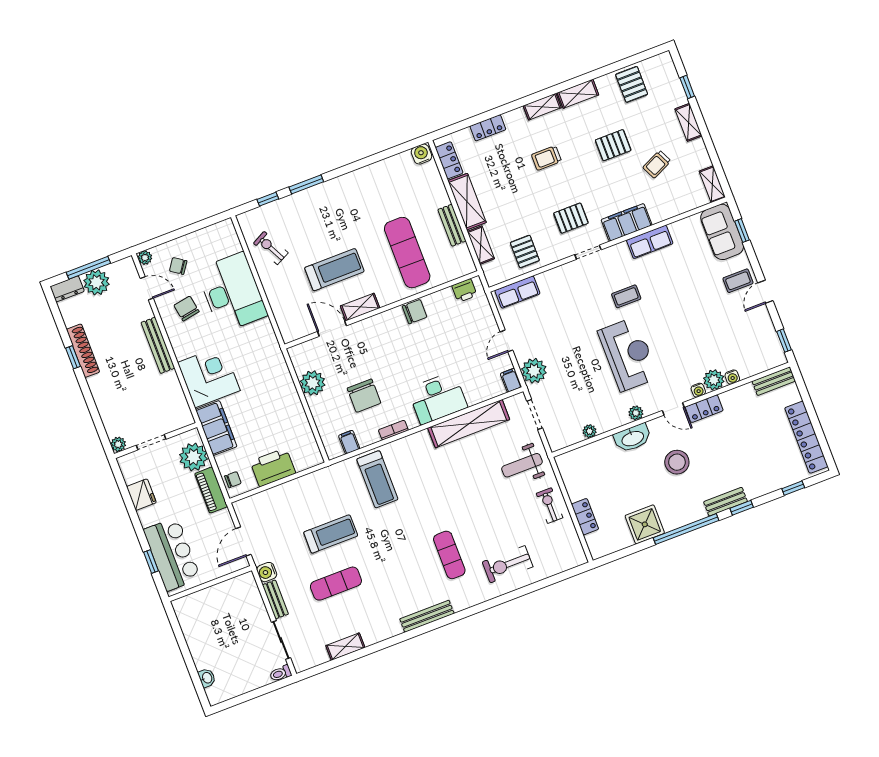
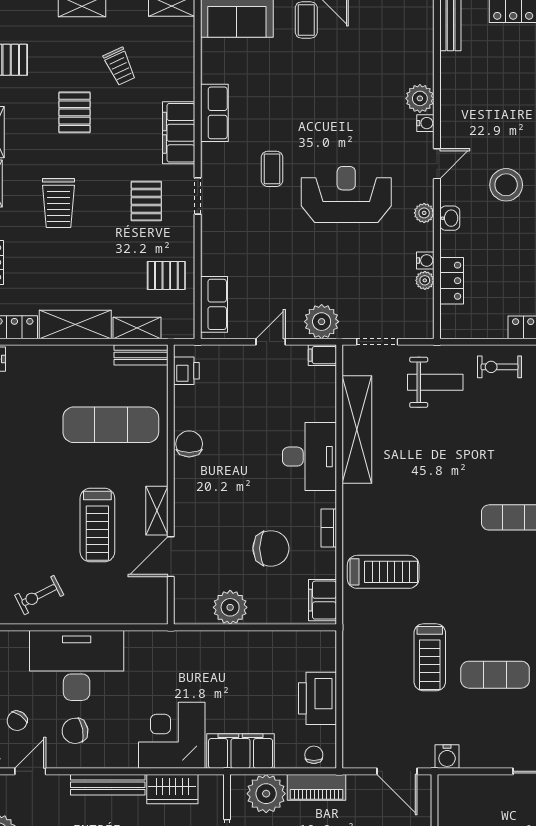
trolley: (546, 158) -> (59, 203), width x1.36, depth x1.39
bench: (452, 225) -> (141, 355), moved
treadmill: (334, 270) -> (97, 525), turned 180
door: (507, 341) -> (271, 342), swing flipped
water cooler: (732, 377) -> (425, 260), moved
wardrobe: (172, 391) -> (172, 789), added
locker: (704, 409) -> (452, 281), moved
washbasin: (632, 438) -> (450, 218), width x0.52, depth x0.69
filing cabinet: (349, 442) -> (322, 600), width x2.00
weight bench: (522, 465) -> (435, 382), turned -90
treadmill: (331, 534) -> (430, 657), turned 180
exercise mat: (336, 584) -> (495, 675), turned 90
bench: (275, 599) -> (486, 759), removed

